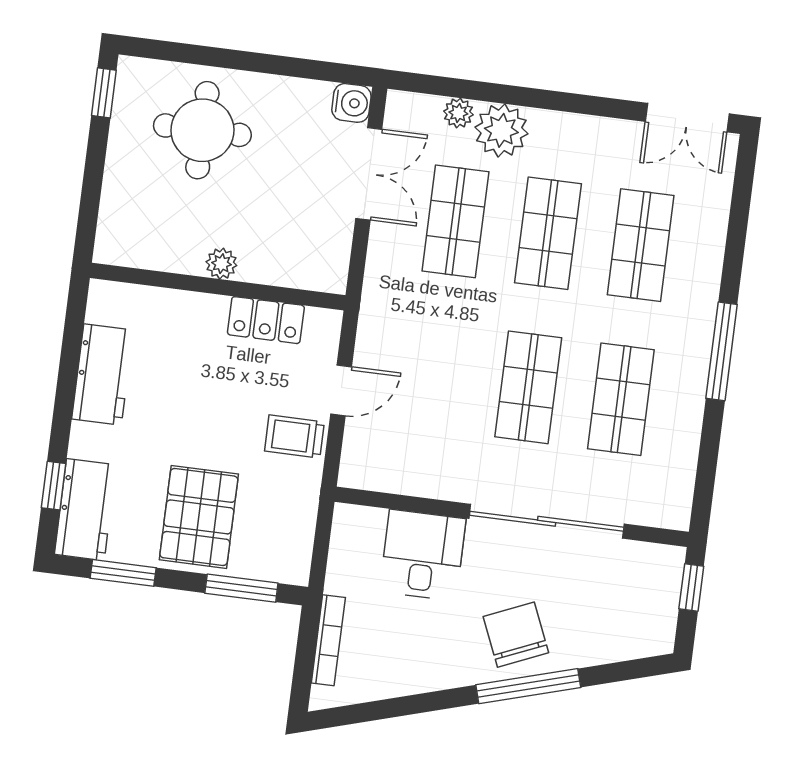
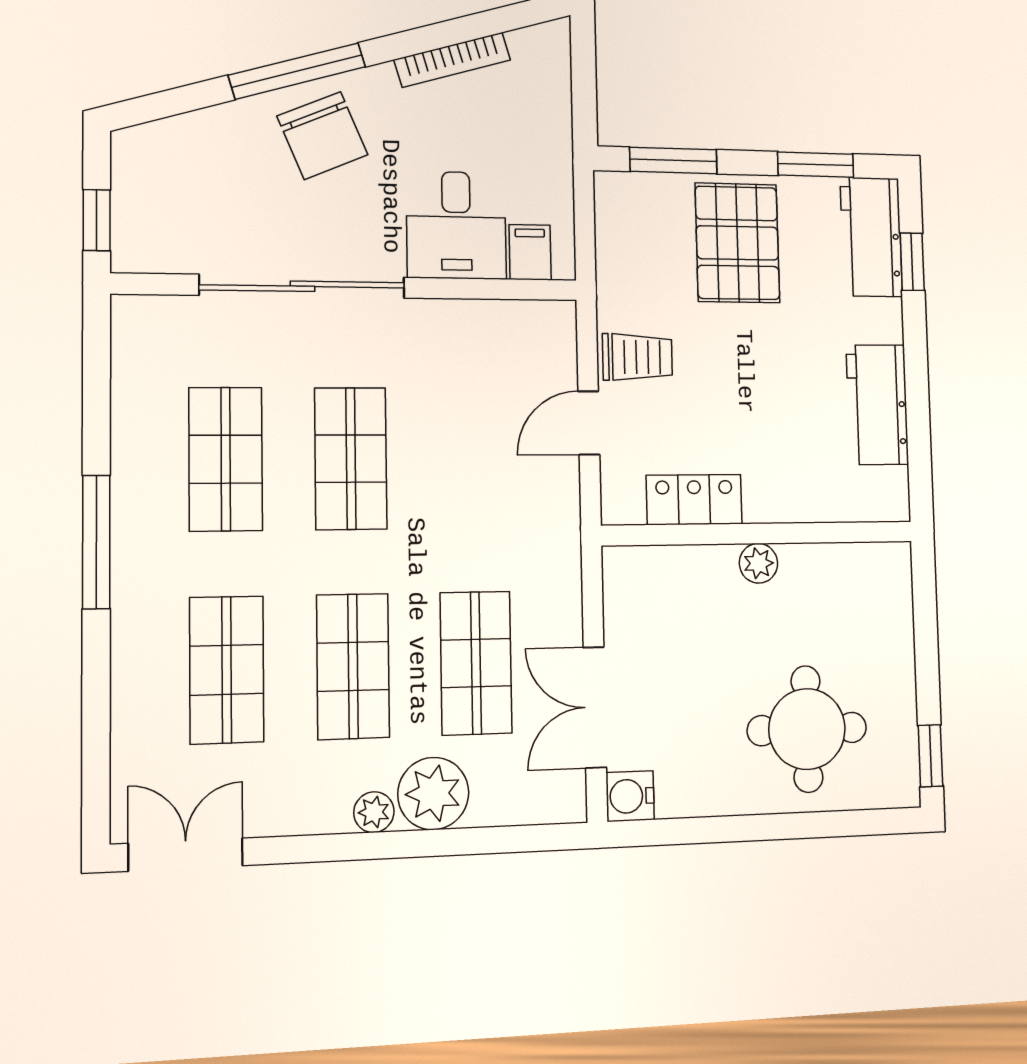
plant: (458, 113) -> (374, 812), moved
filing cabinet: (368, 528) -> (530, 252), added
bookcase: (328, 640) -> (452, 60), moved, turned -106

